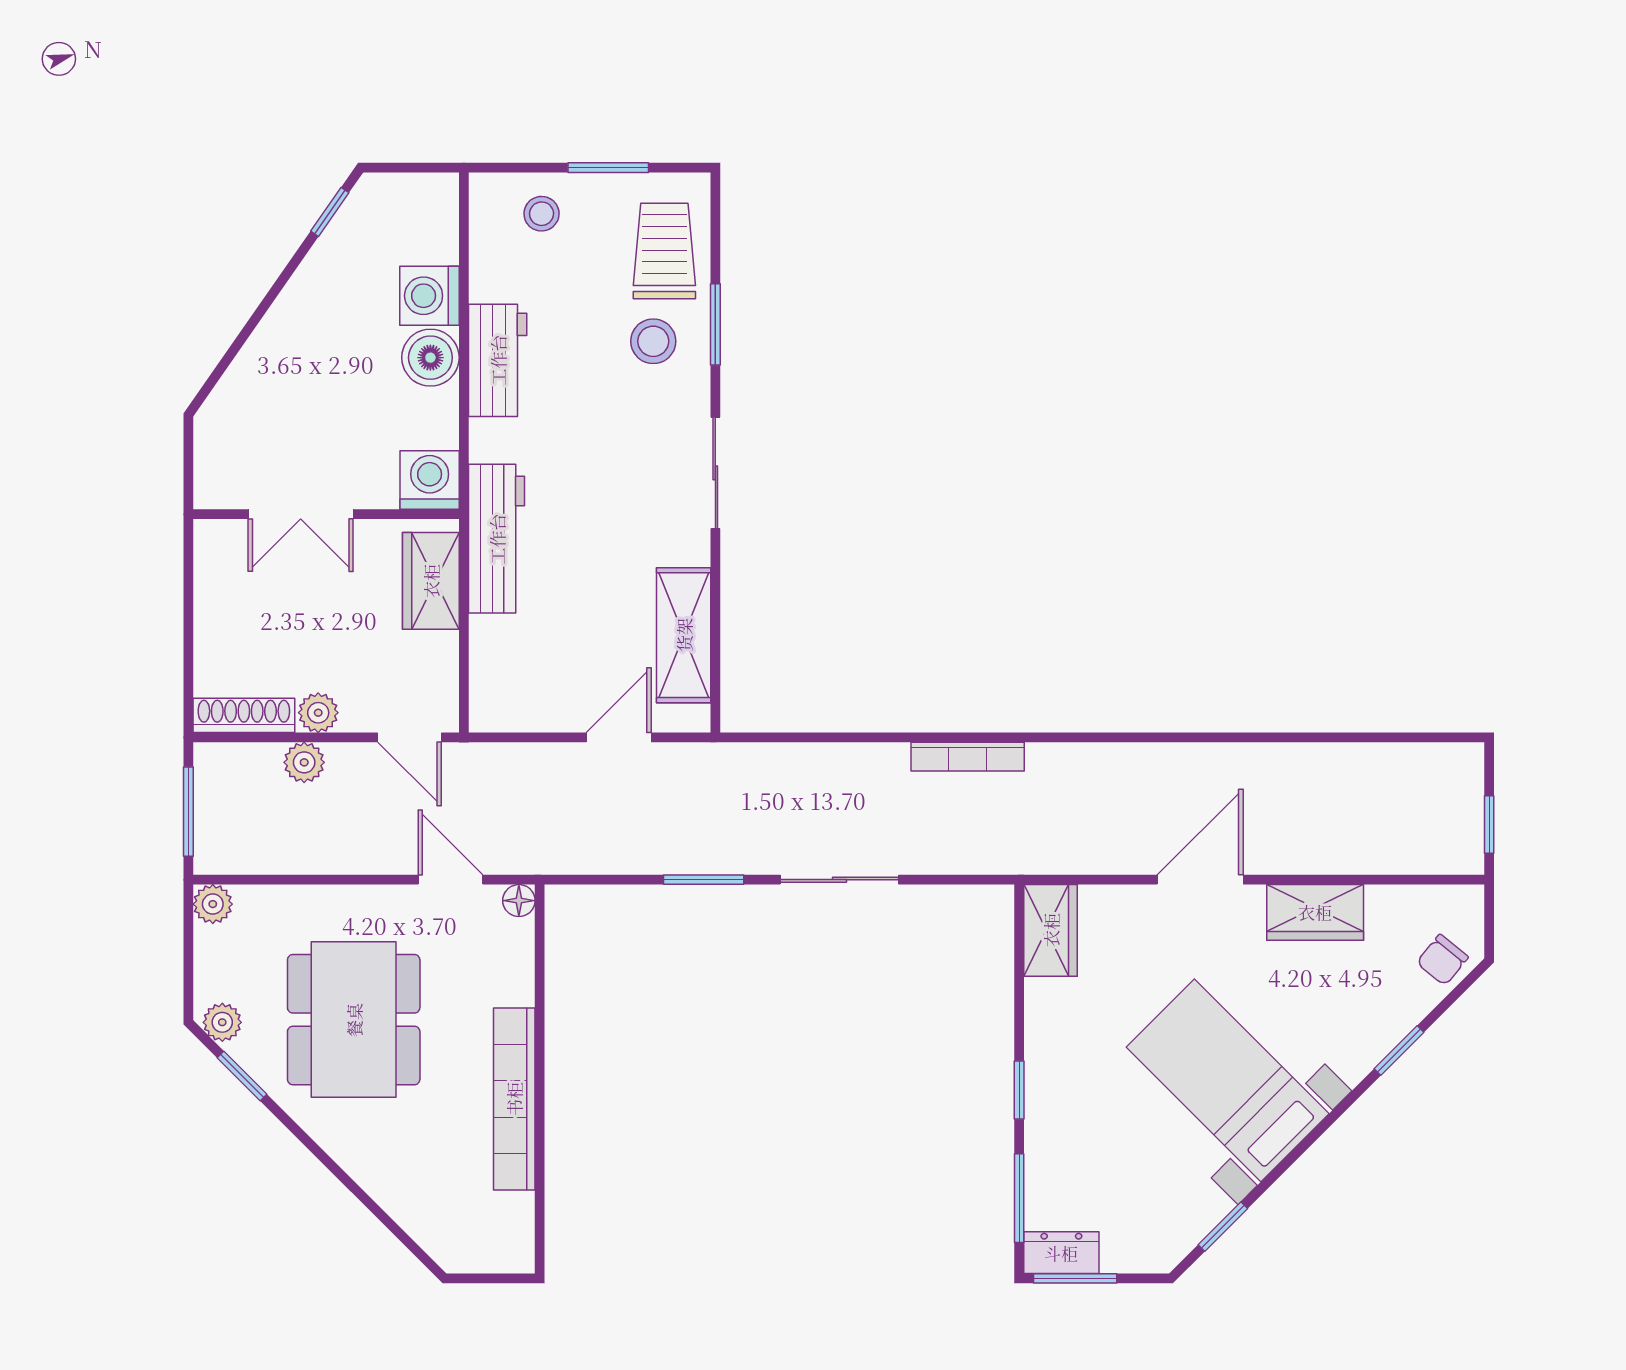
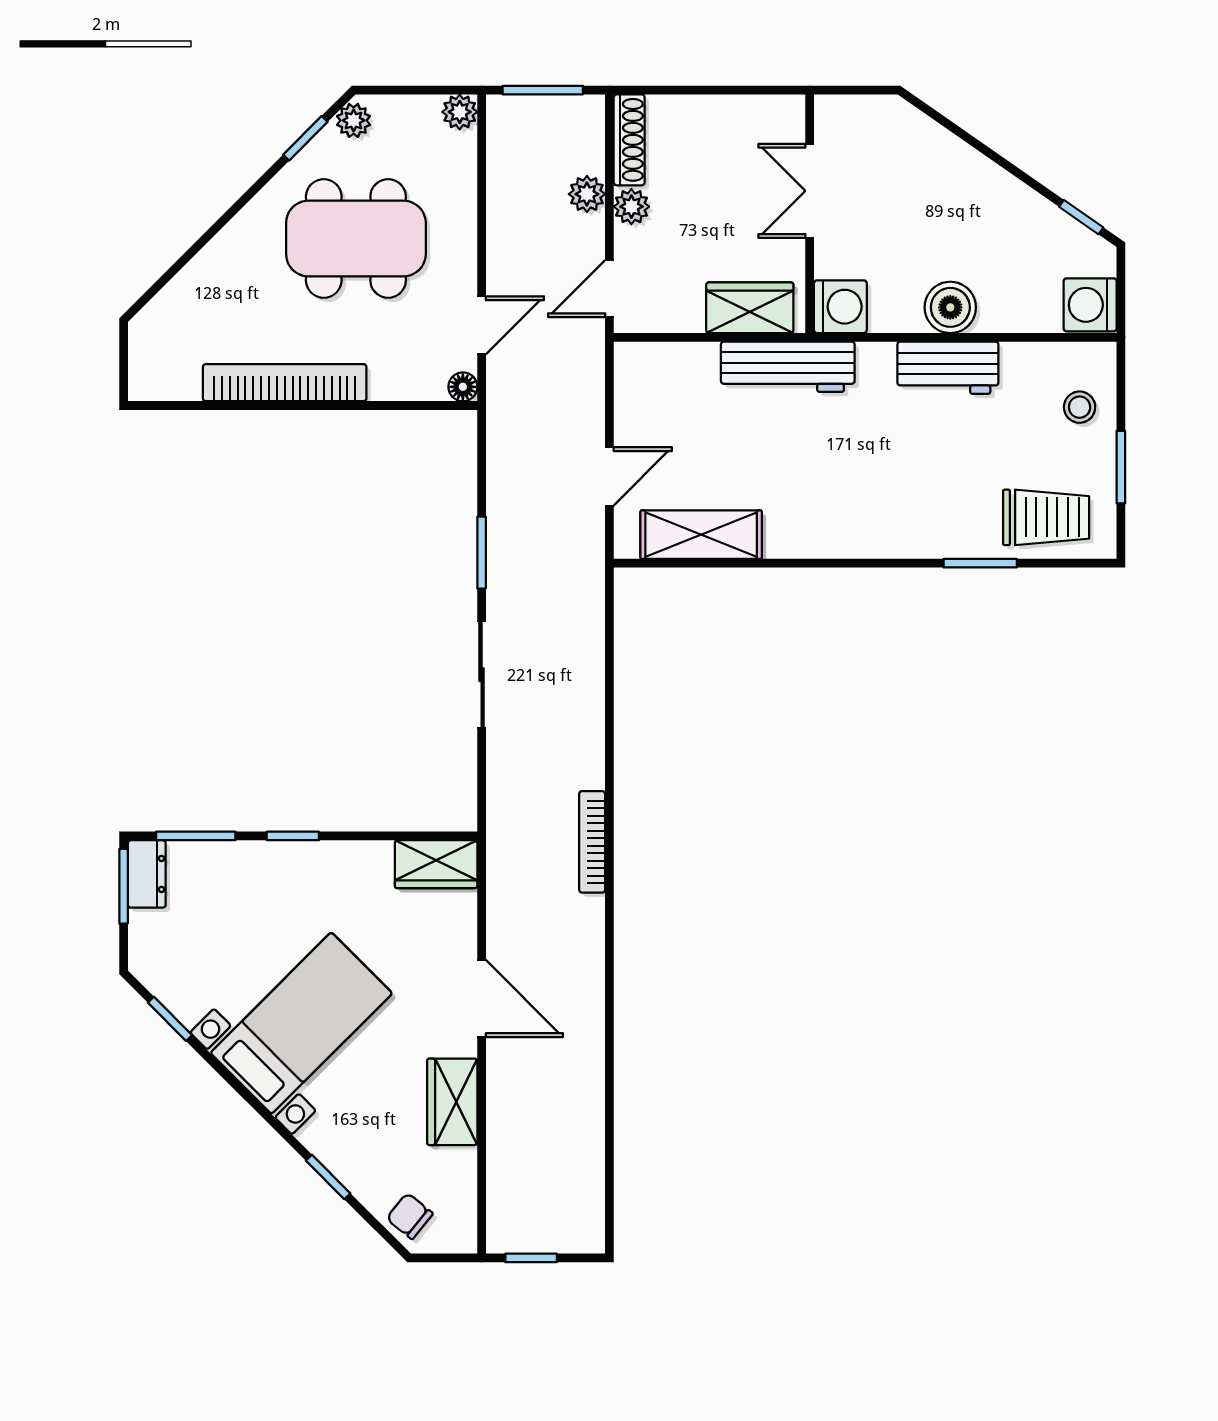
washing machine: (429, 296) -> (1090, 305), moved, turned -90
stool: (653, 341) -> (965, 507), removed
sliding door: (715, 473) -> (847, 563), removed
door: (619, 737) -> (609, 476), hinge flipped
bookcase: (968, 757) -> (592, 842), moved

